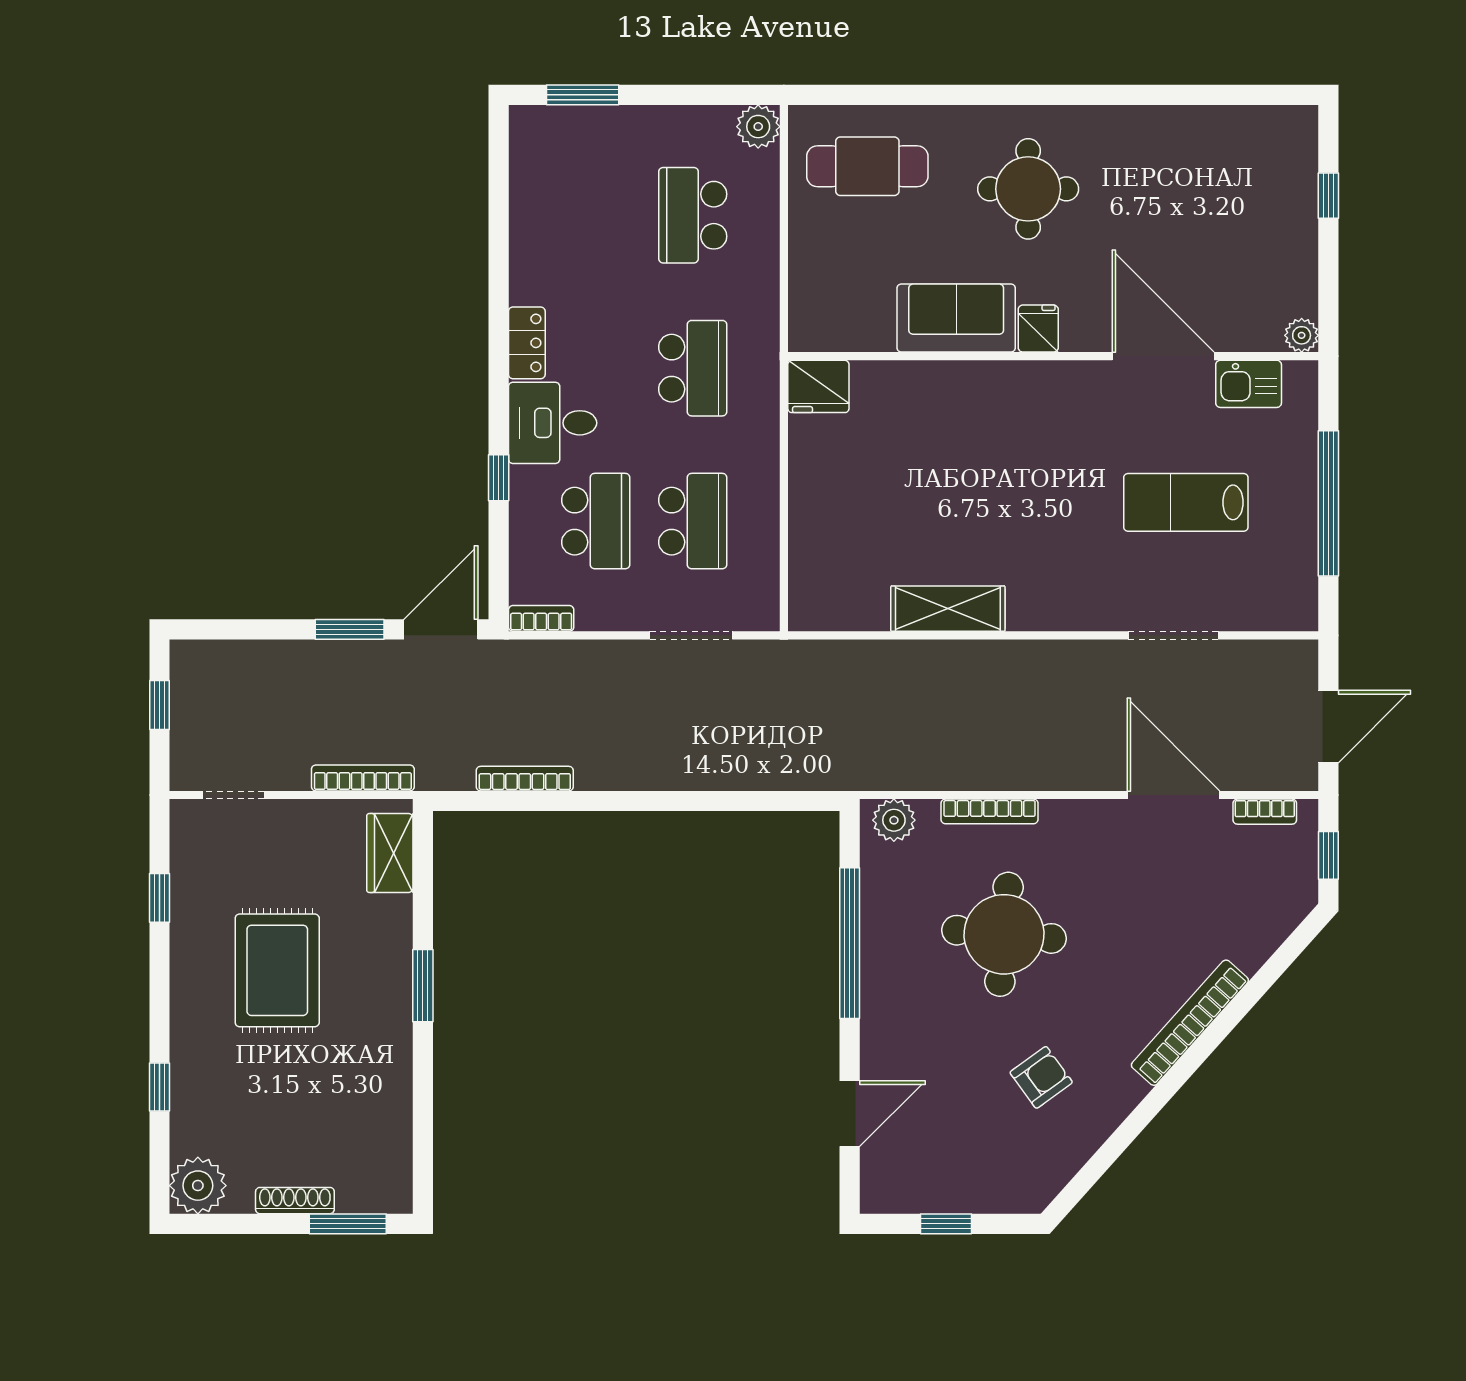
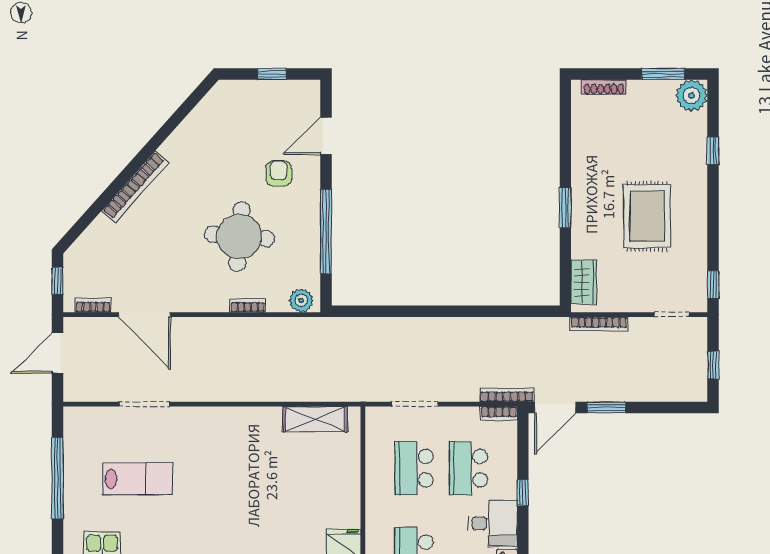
shelving: (948, 609) -> (315, 419), moved
bookcase: (525, 779) -> (507, 395), moved, turned 180
bookcase: (990, 811) -> (248, 305), width x0.64
window: (160, 898) -> (713, 285), moved
armchair: (1041, 1077) -> (279, 173), moved, turned 126
shoe rack: (295, 1201) -> (604, 87), moved
window: (348, 1224) -> (663, 74), moved

